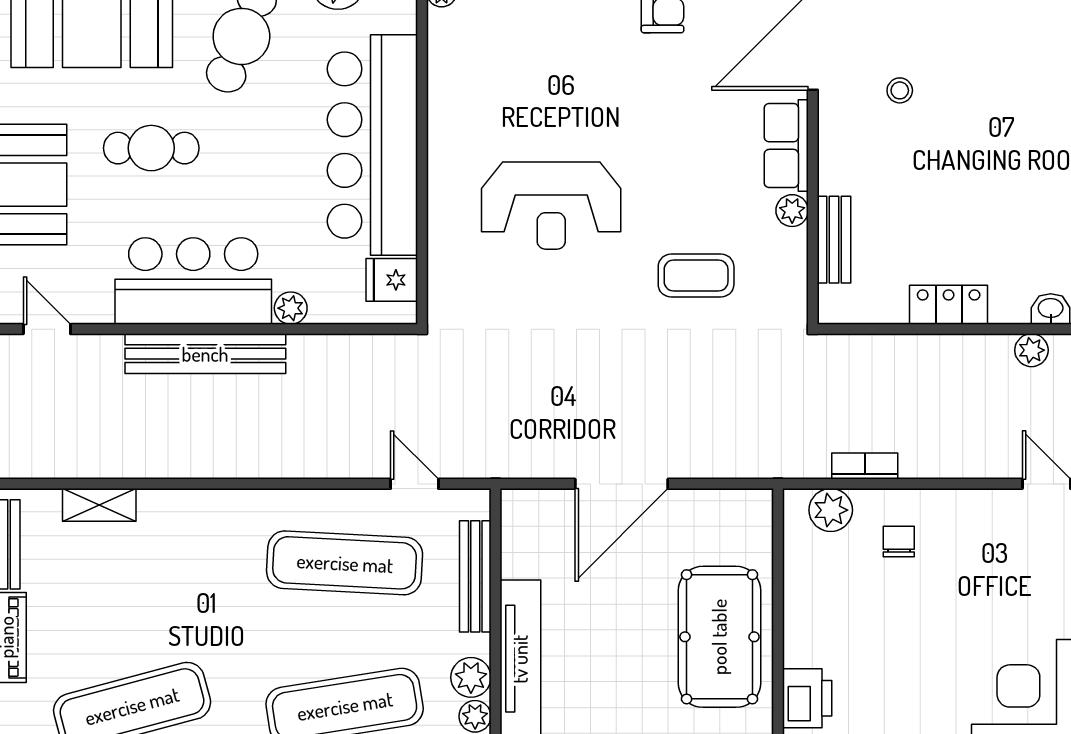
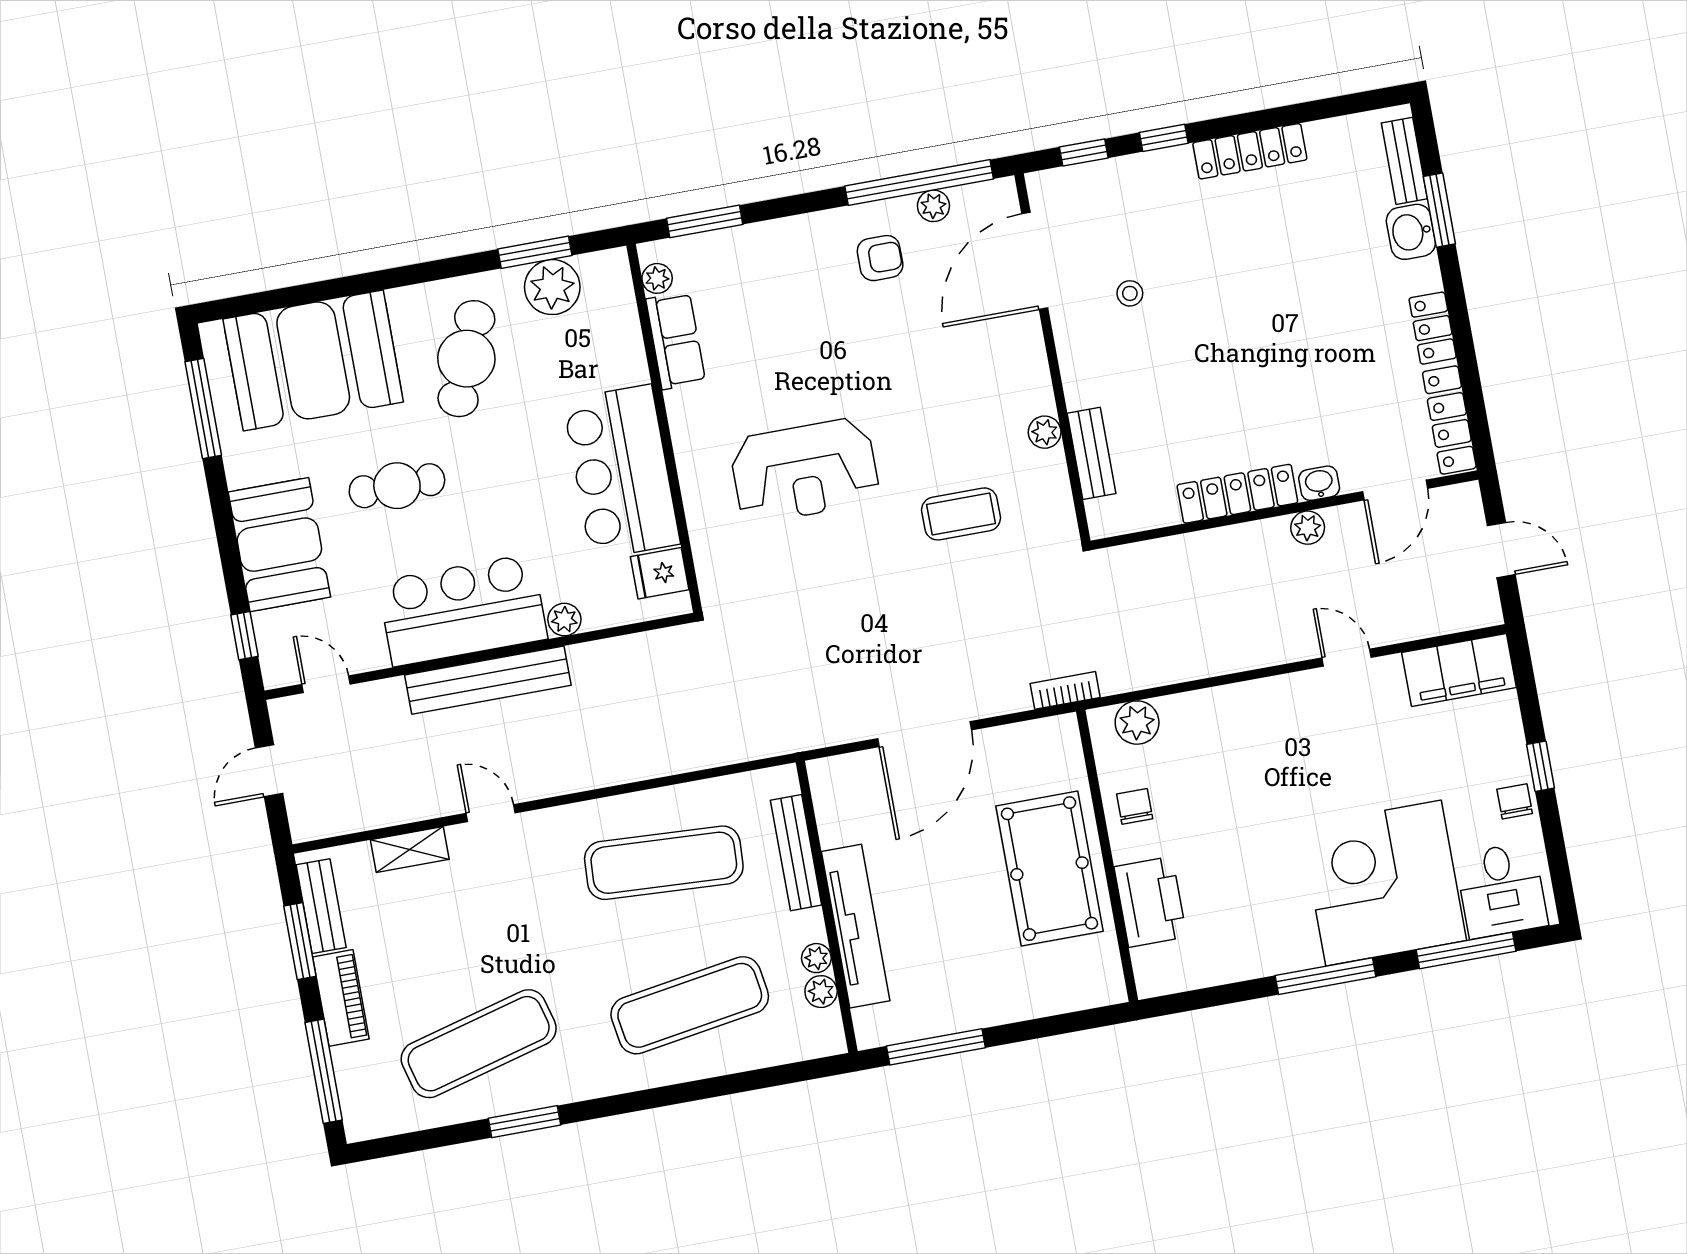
bar counter: (372, 145) -> (621, 472), width x0.73
row of seats: (786, 146) -> (676, 341), moved, turned 180
locker: (949, 305) -> (1237, 494), width x1.53
bookcase: (865, 466) -> (1065, 690), moved
door: (414, 484) -> (491, 813), moved
chair: (899, 541) -> (1135, 806), moved
plant: (471, 677) -> (816, 958), width x0.73, depth x0.73
printer: (807, 698) -> (1150, 902), width x1.37, depth x1.19

